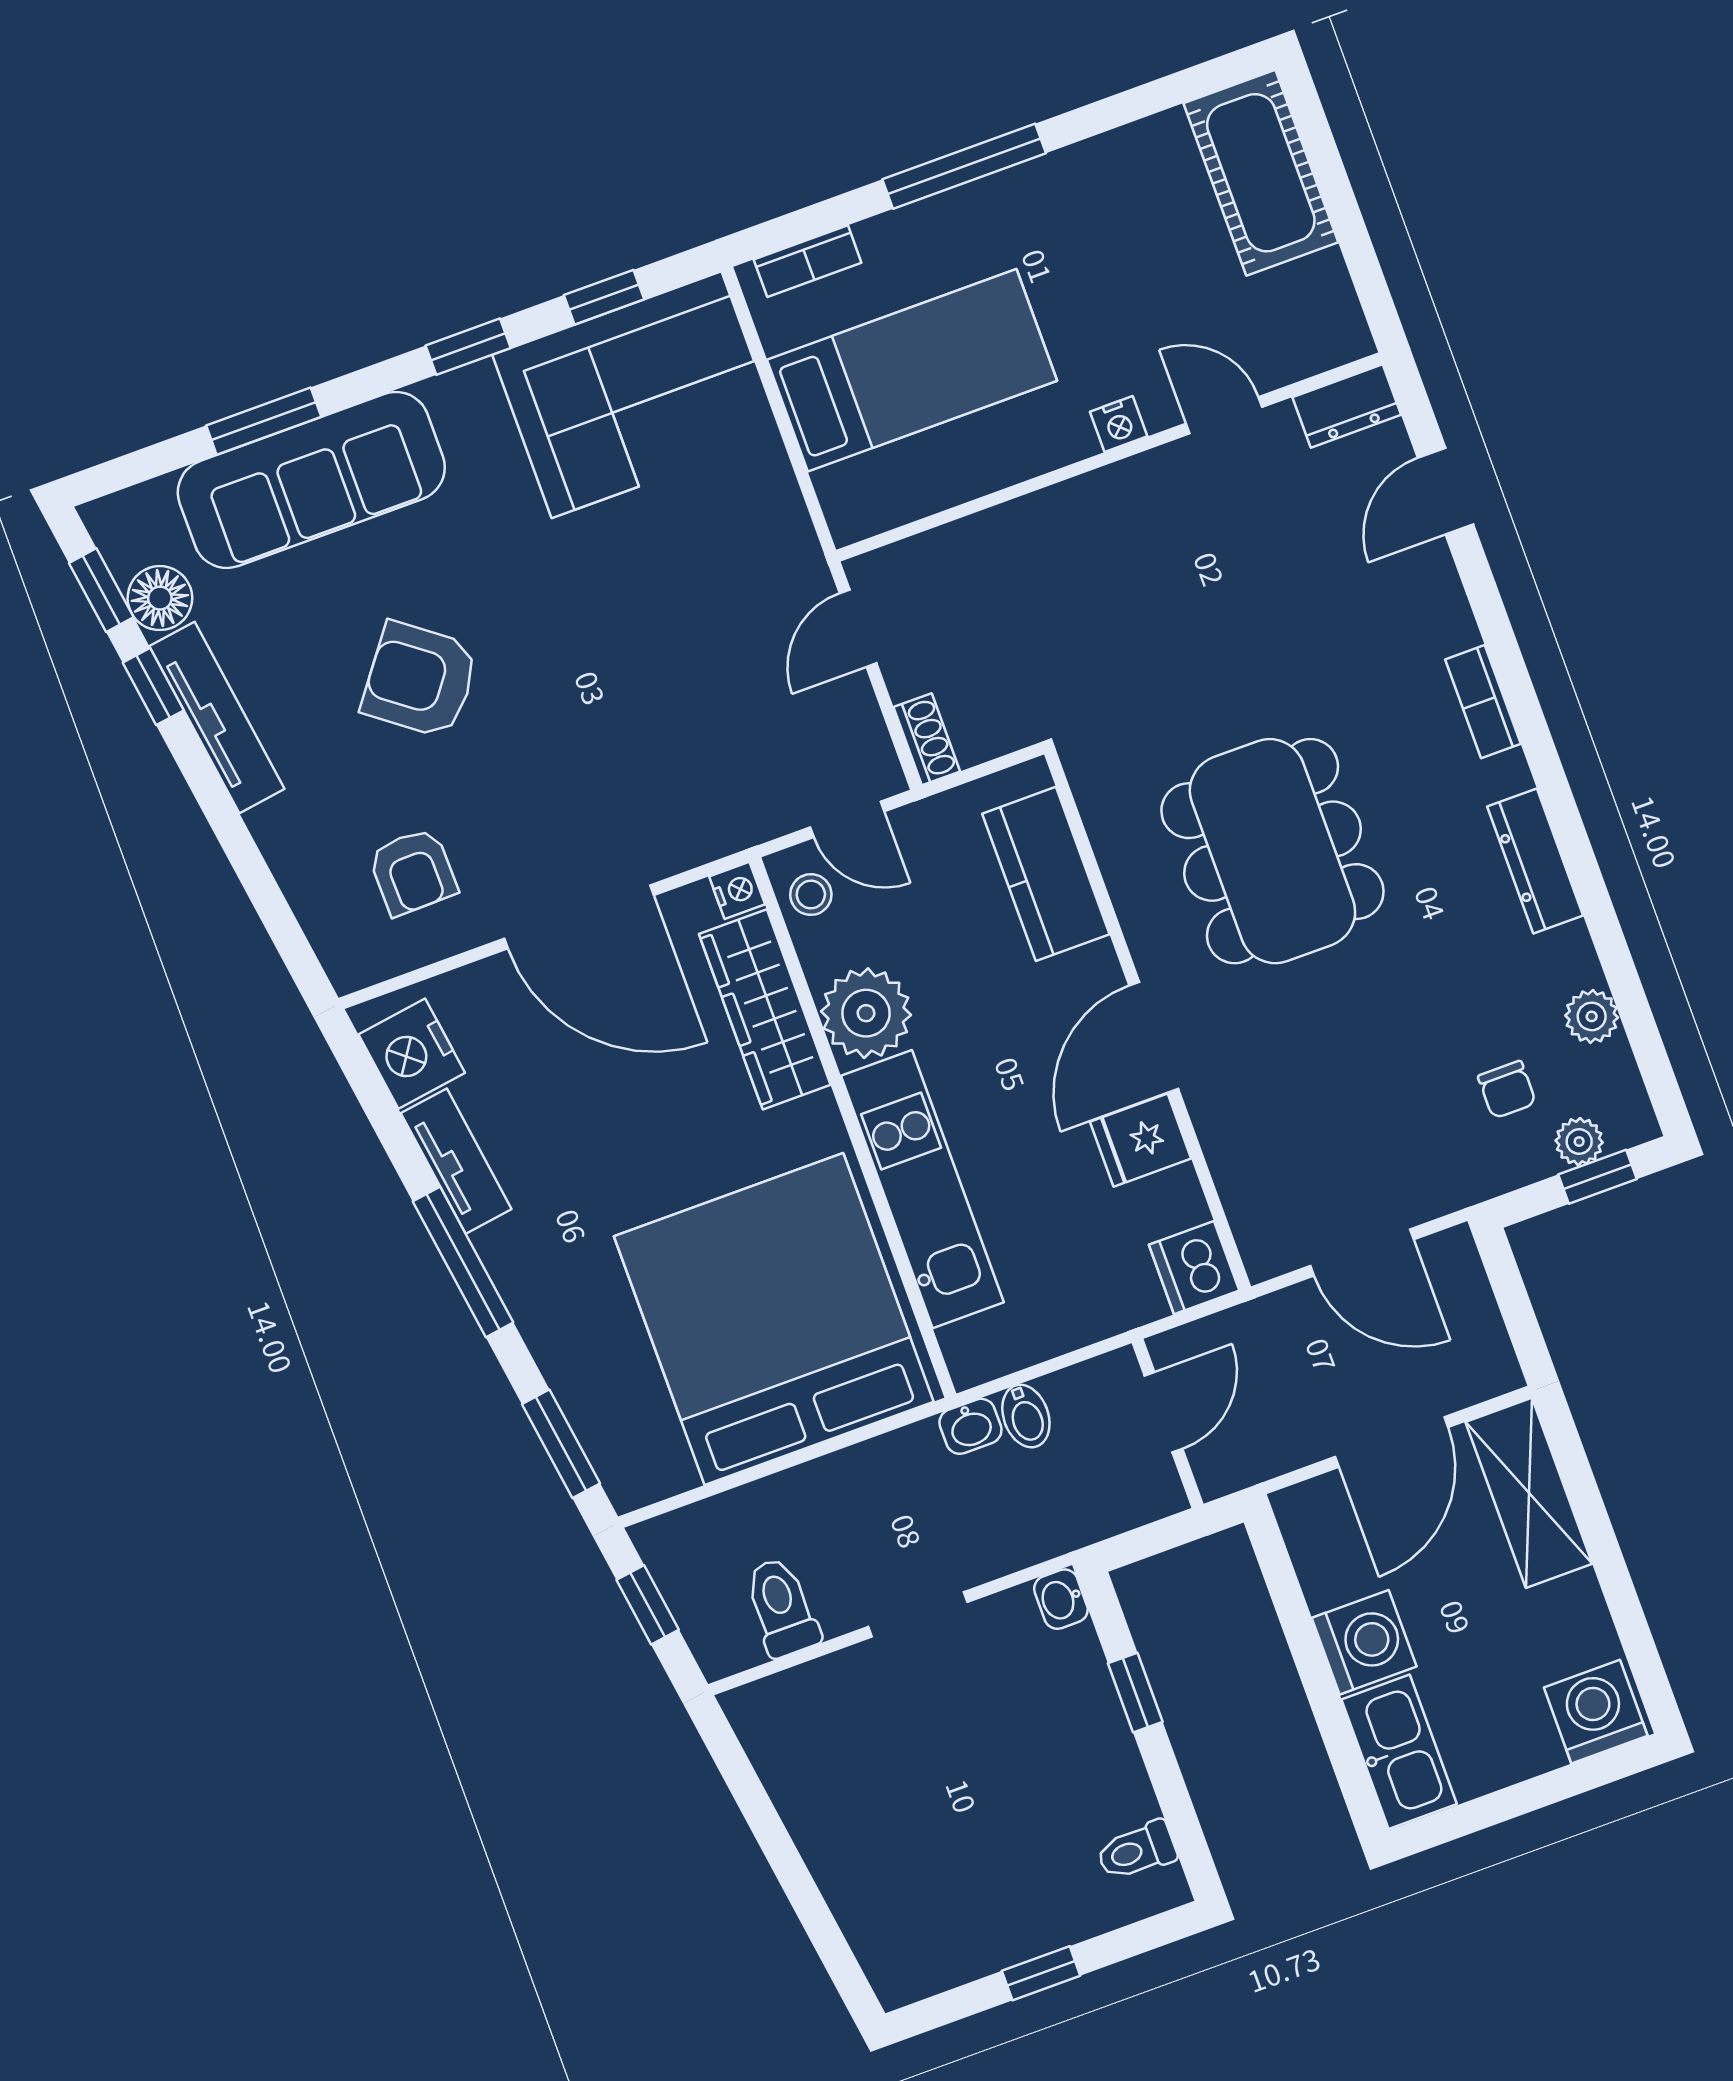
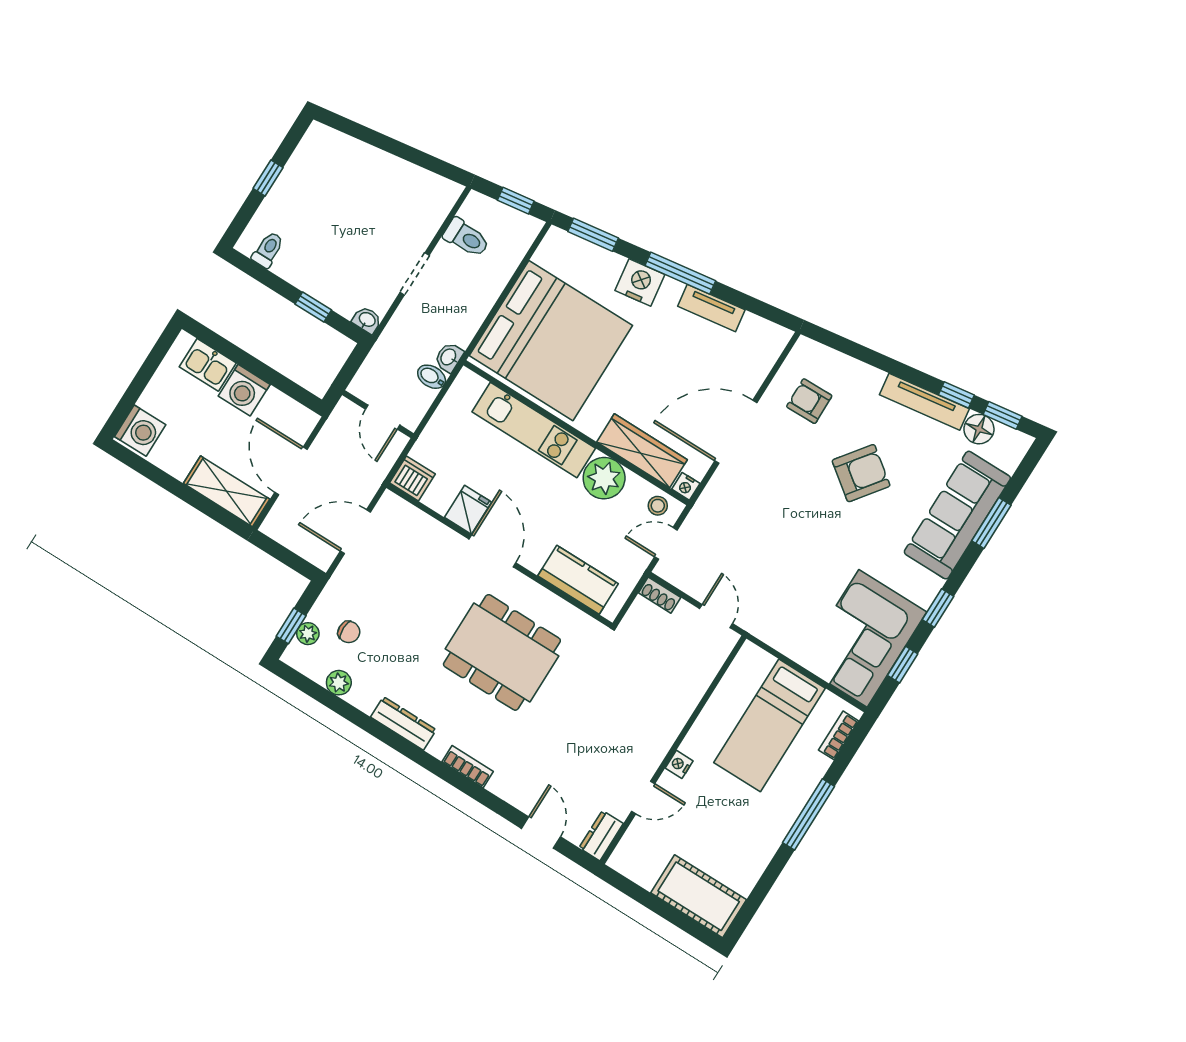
nightstand: (412, 1054) -> (640, 282), moved
chair: (1507, 1090) -> (349, 632), turned 180
kitchen sink: (1399, 1752) -> (208, 365), width x0.73

